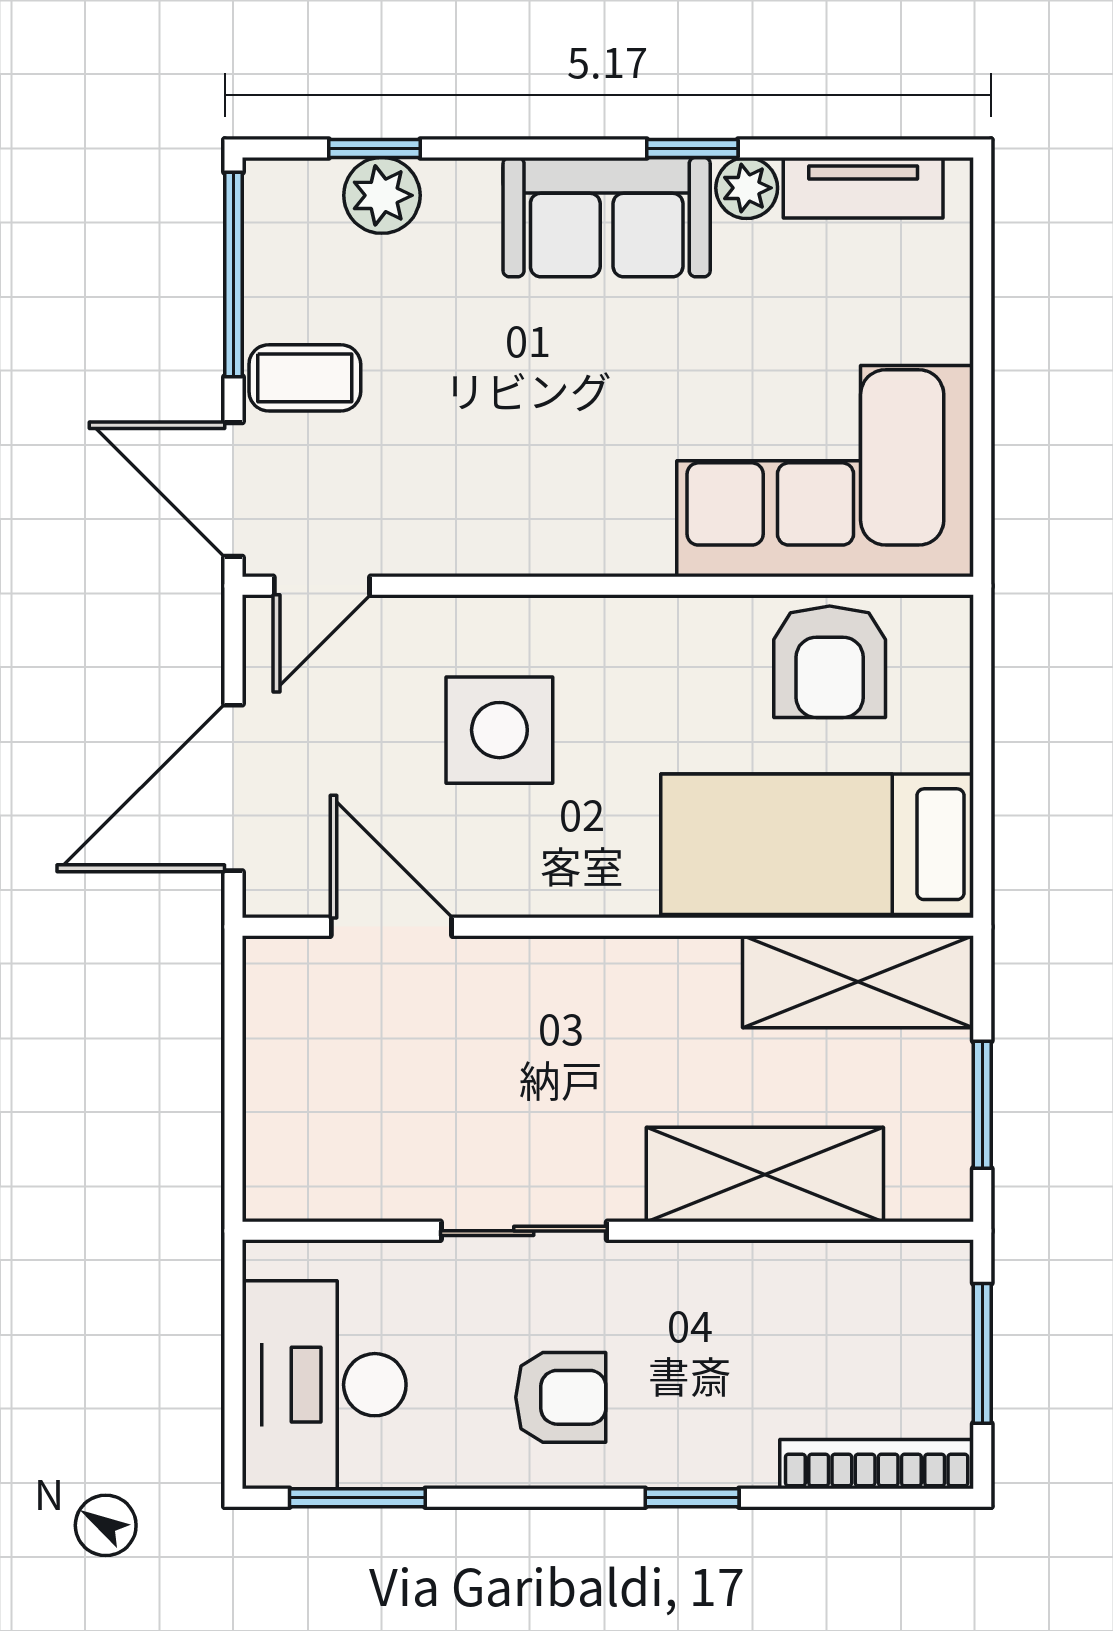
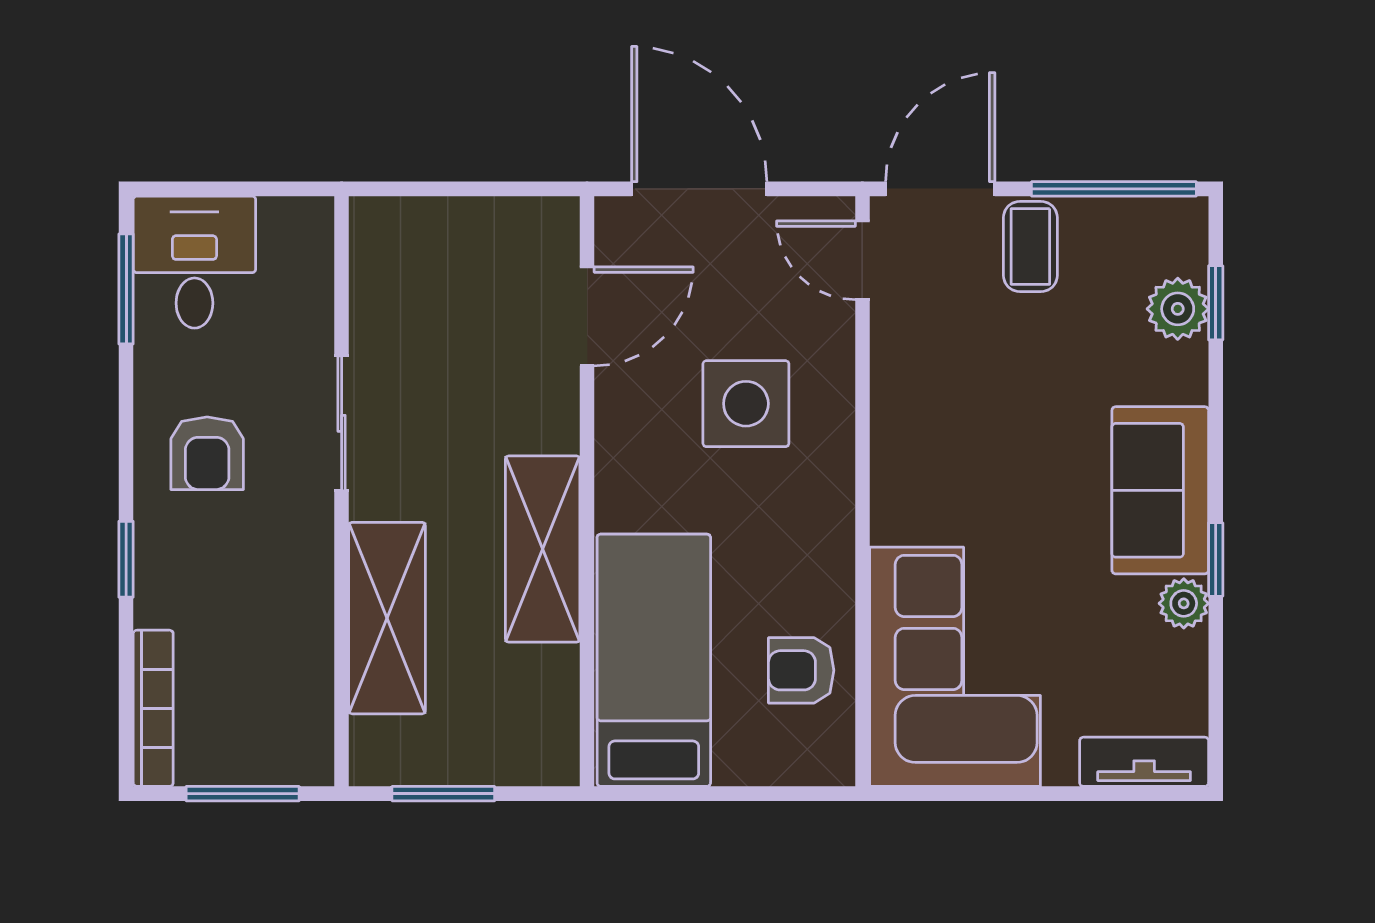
tv unit: (863, 188) -> (1144, 762), moved, turned 90
armchair: (830, 662) -> (801, 670), width x0.72, depth x0.72
shelving: (858, 982) -> (543, 549), moved
desk: (324, 1385) -> (194, 262), width x0.73

